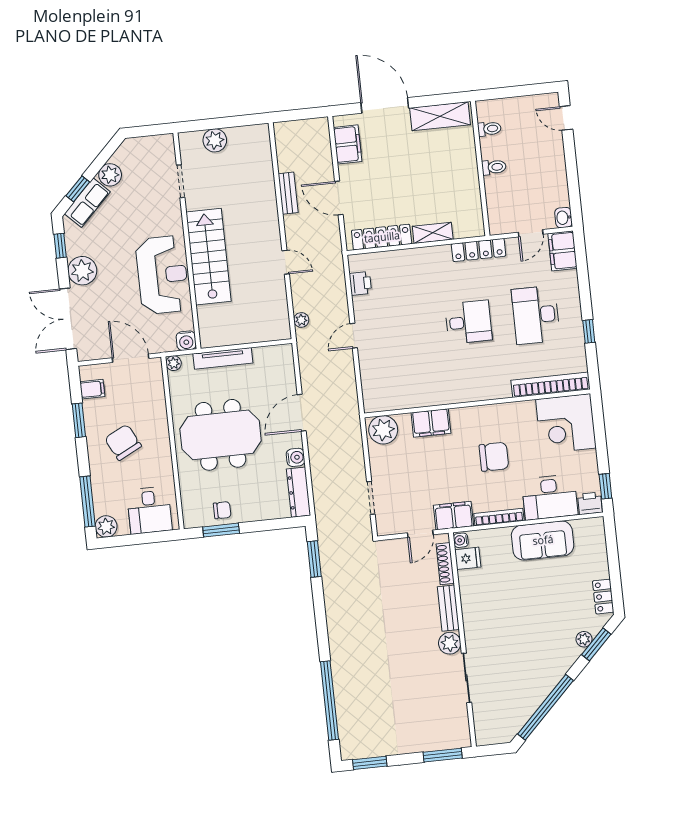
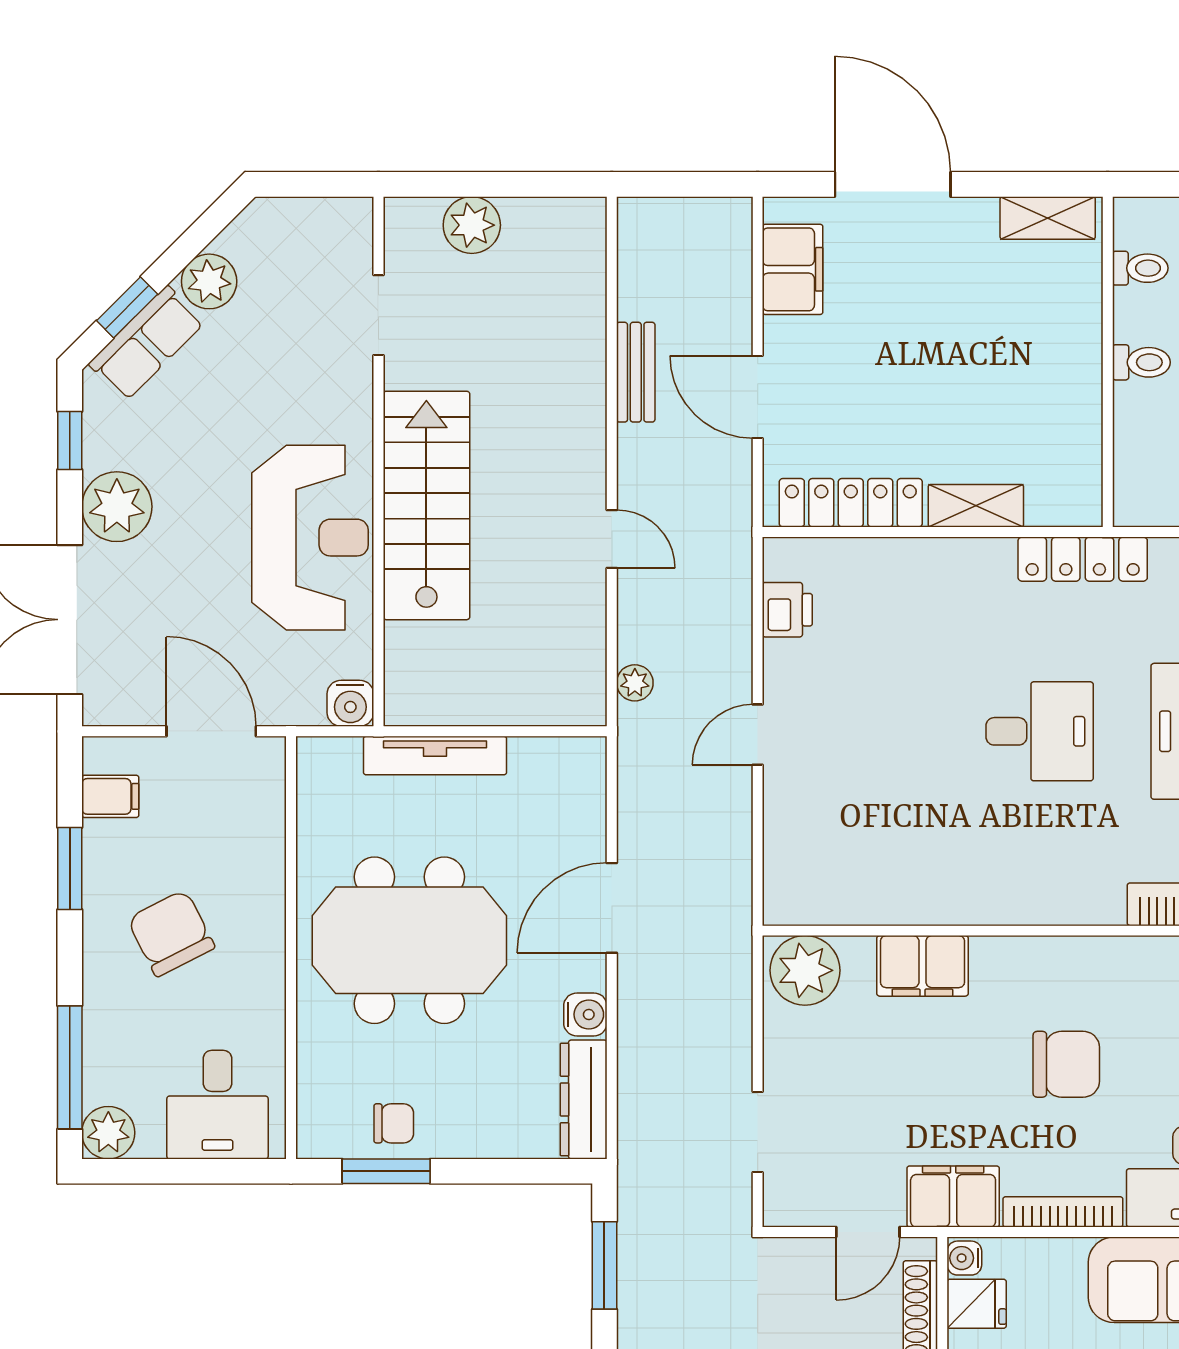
shelving: (440, 116) -> (1048, 218), width x0.67, depth x0.75
plant: (174, 363) -> (314, 755), removed

